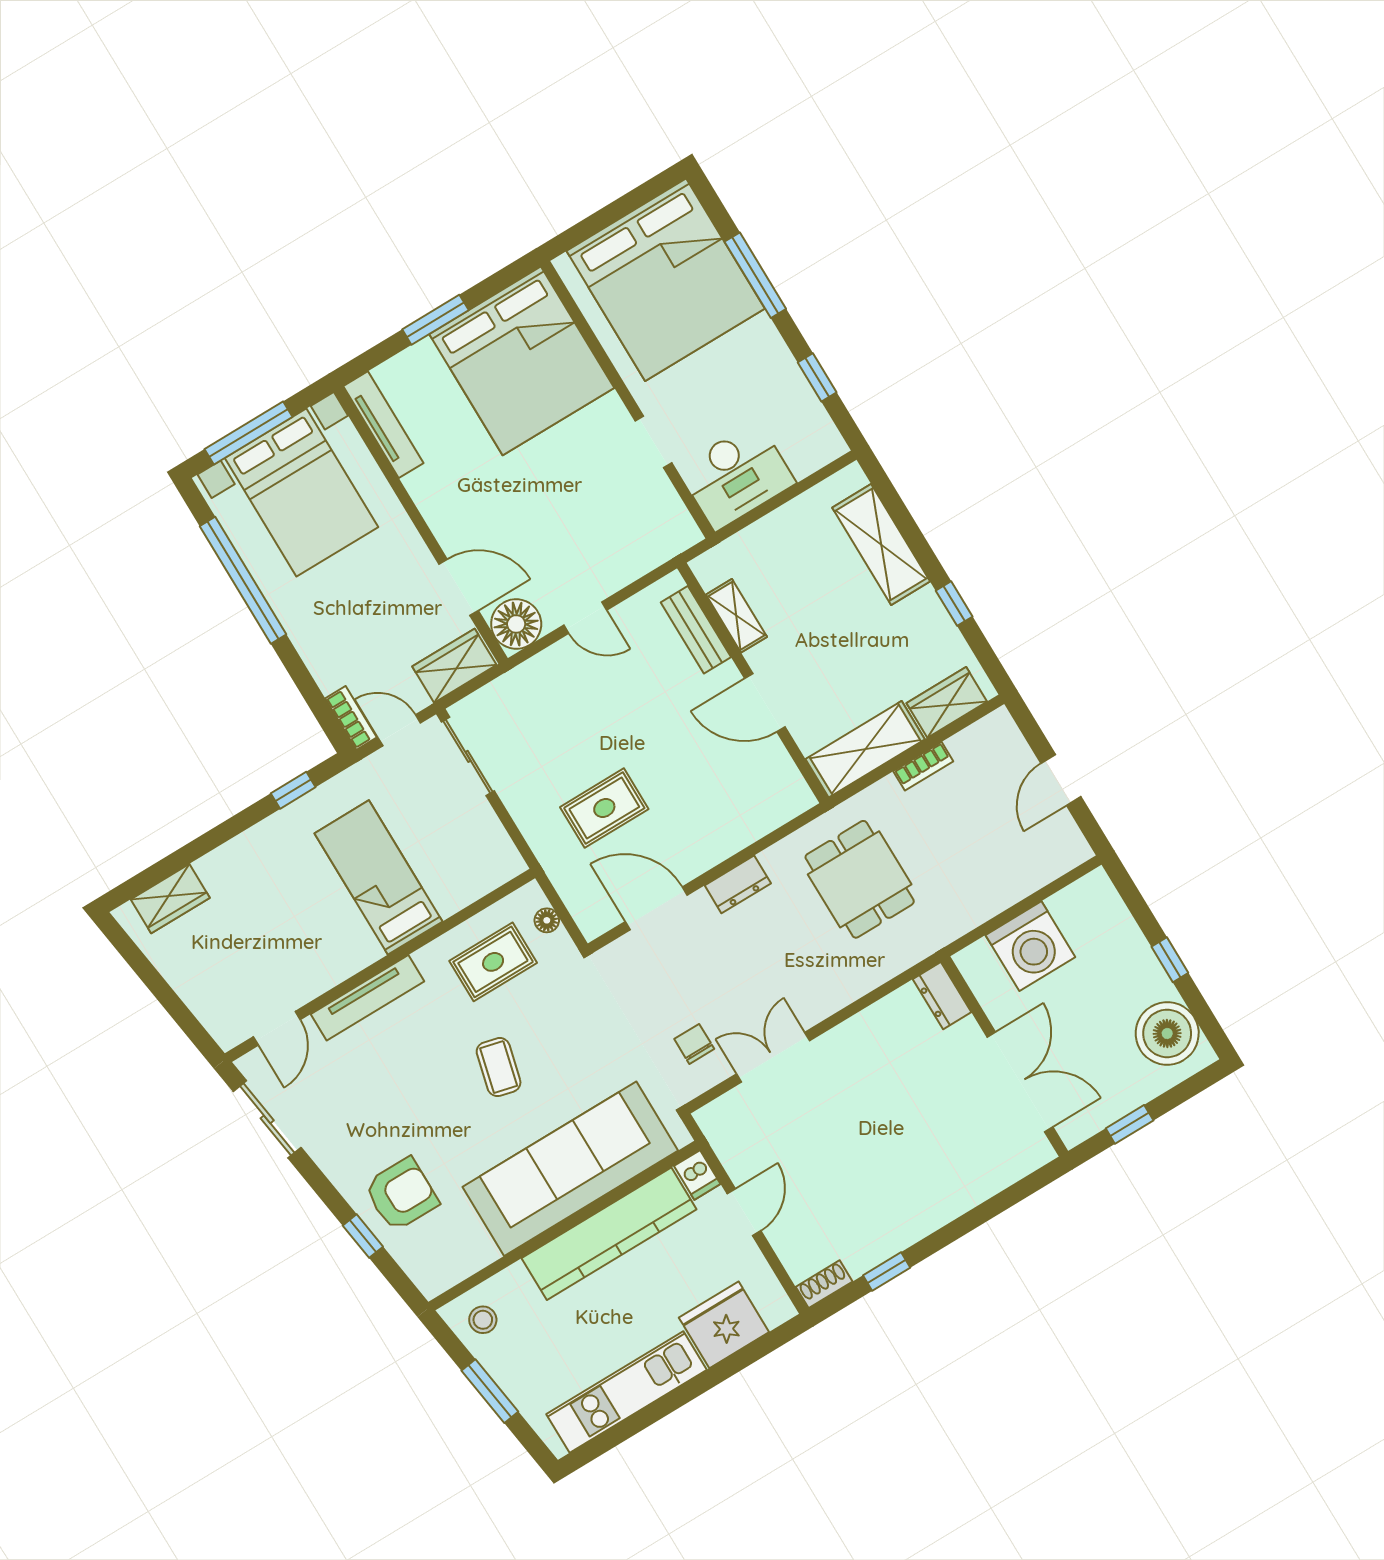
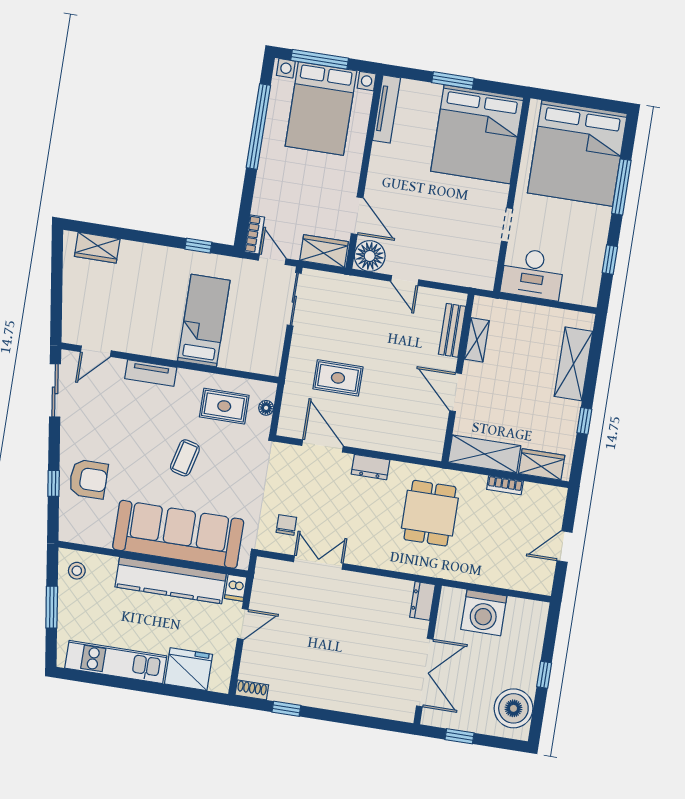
tv unit: (368, 998) -> (151, 373), width x0.71

